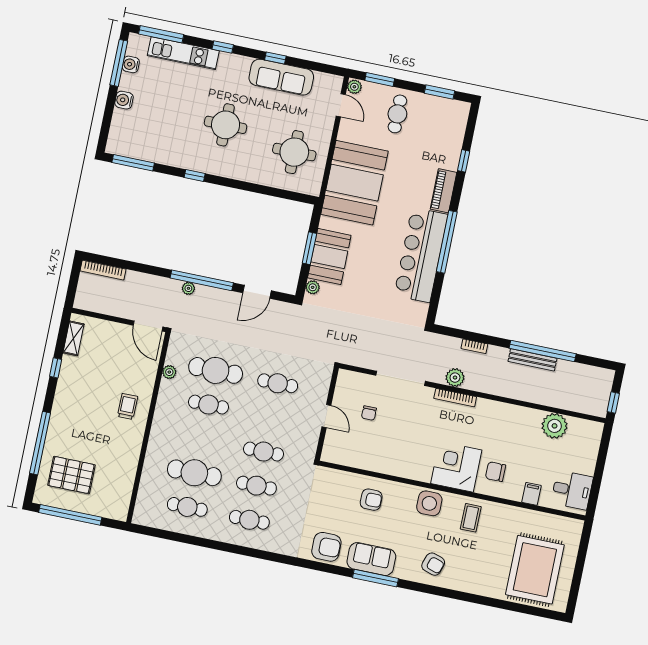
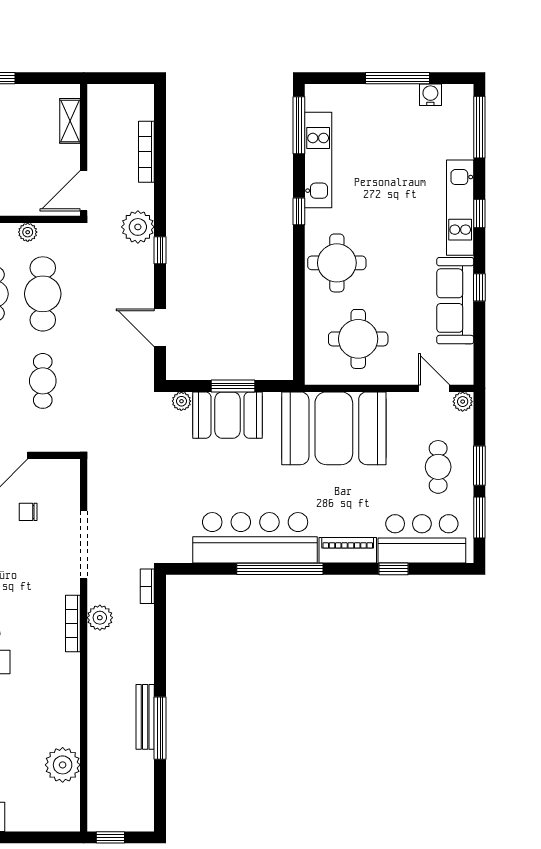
kitchen unit: (183, 53) -> (460, 208), moved
window: (119, 63) -> (397, 78), moved
window: (380, 80) -> (479, 466), moved
water cooler: (124, 100) -> (381, 96), removed
door: (341, 105) -> (434, 388), swing flipped
cafe table: (397, 114) -> (438, 467), turned 90
round table: (226, 125) -> (337, 263), moved
bar counter: (446, 136) -> (422, 539), added
kitchen unit: (161, 154) -> (318, 160), added
bookcase: (103, 270) -> (146, 152), moved
window: (202, 280) -> (160, 250), width x0.32
plant: (188, 288) -> (138, 227), width x1.88, depth x1.88
shelving: (74, 338) -> (70, 121), moved, turned 90
bookcase: (474, 346) -> (147, 586), moved
window: (543, 351) -> (160, 728), width x0.68

